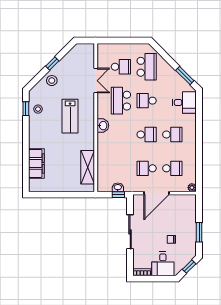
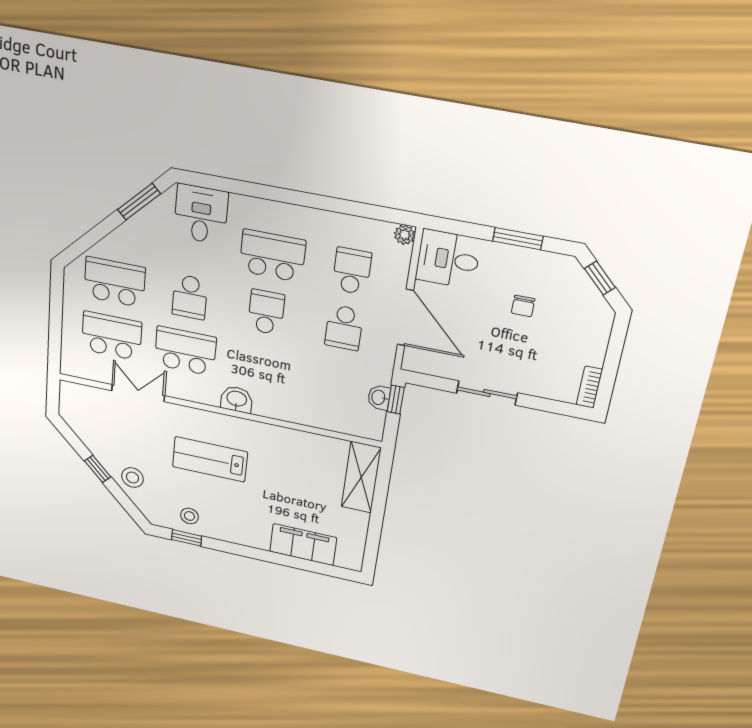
school desk: (121, 67) -> (112, 336), width x1.85
school desk: (121, 101) -> (185, 351), turned 180
lab bench: (70, 116) -> (210, 459), turned 180
school desk: (172, 134) -> (272, 256), width x1.85
shelving: (88, 167) -> (361, 477), moved, turned 90
sliding door: (130, 232) -> (487, 393), width x0.73
desk: (163, 264) -> (448, 259), moved, turned 180

